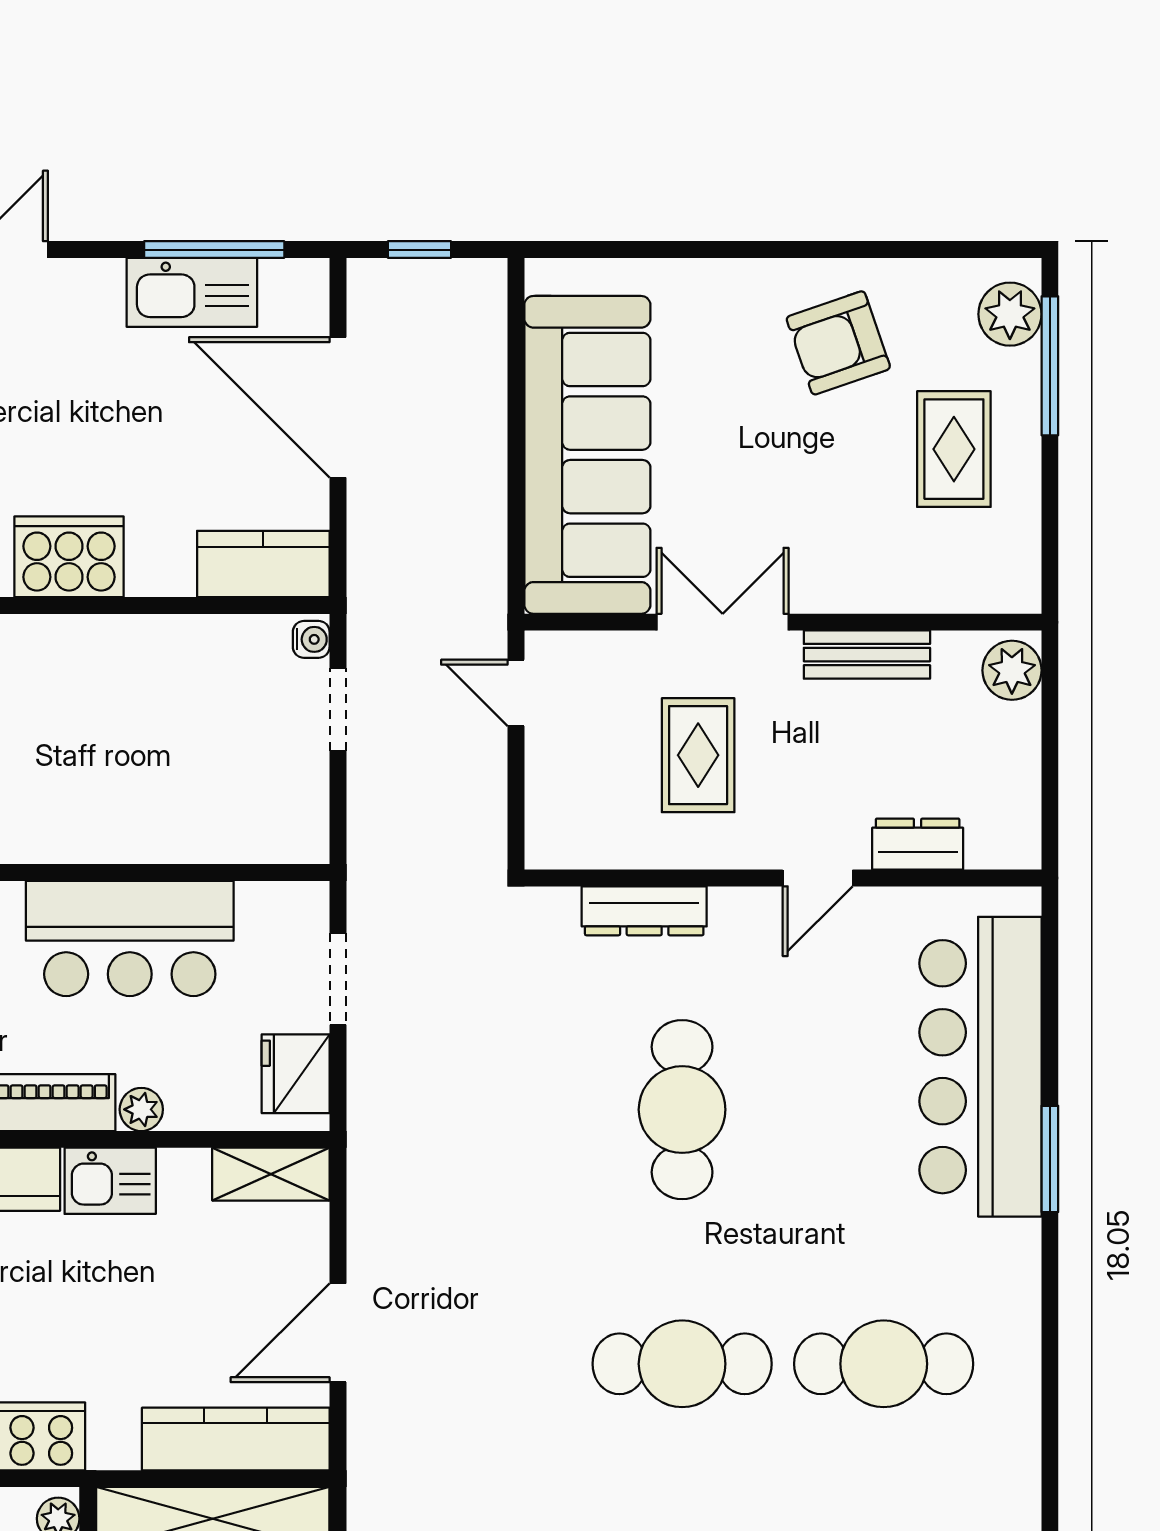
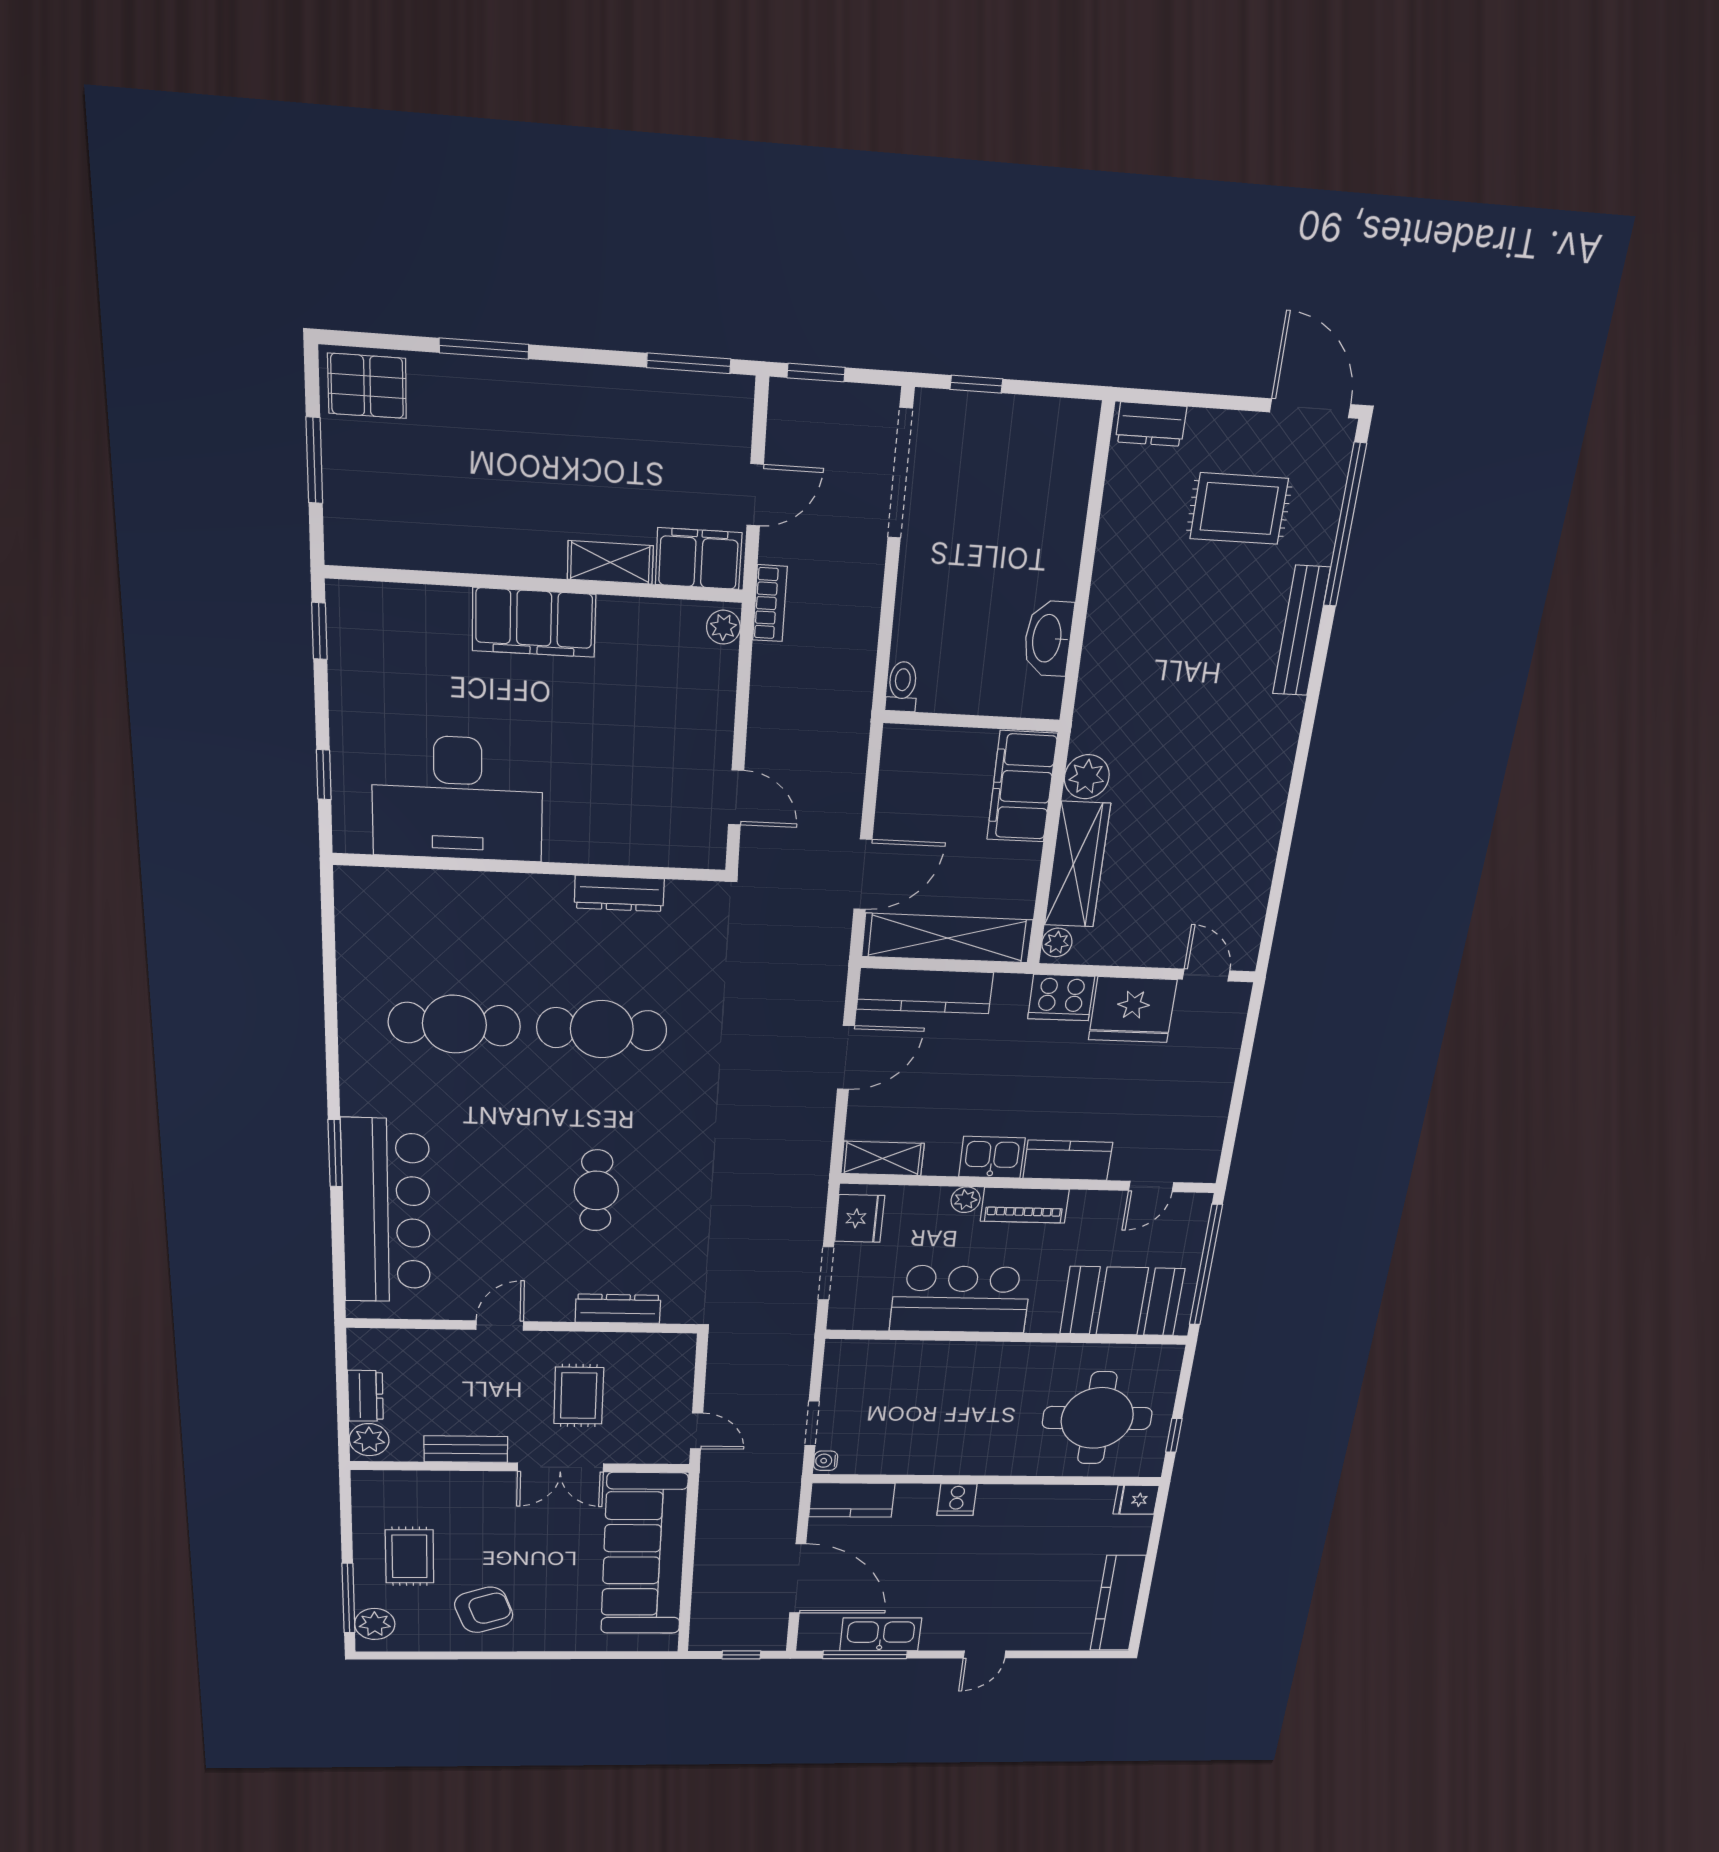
cooker: (69, 557) -> (957, 1500), width x0.53, depth x0.76
dresser: (918, 844) -> (365, 1396), moved, turned -90
cafe table: (682, 1110) -> (596, 1190), width x0.73, depth x0.74

